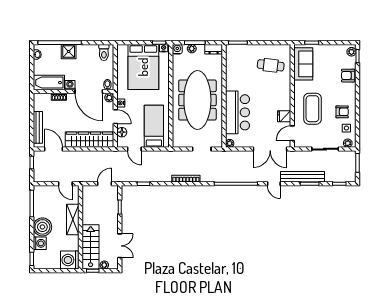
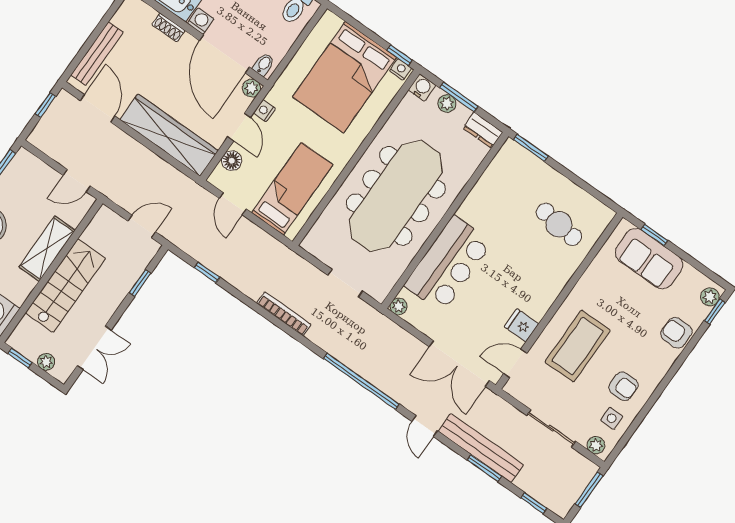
sofa: (303, 64) -> (649, 259), moved, turned 90
door: (65, 184) -> (77, 181), hinge flipped
stairs: (91, 247) -> (65, 285), moved

